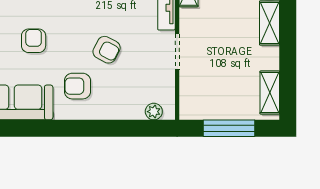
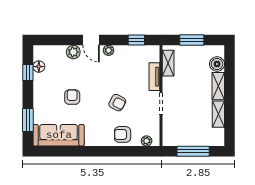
armchair: (77, 86) -> (123, 134), moved
shelving: (270, 92) -> (218, 114), moved

